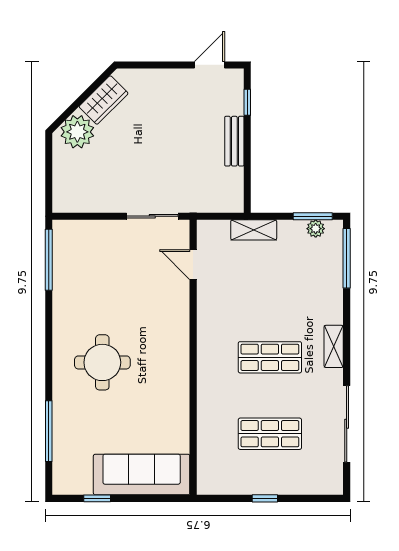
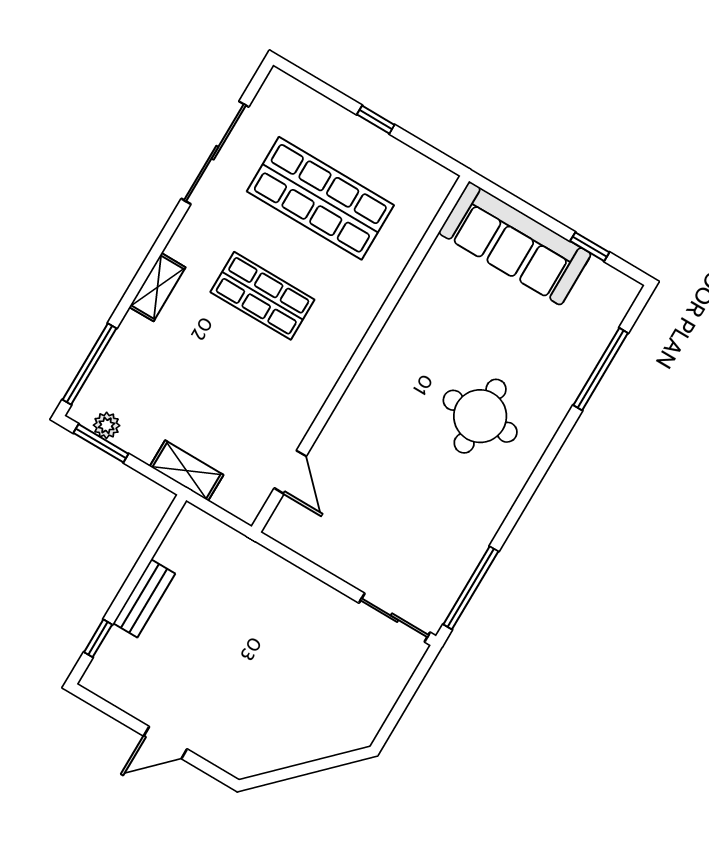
door: (209, 65) -> (165, 743), moved
wardrobe: (104, 100) -> (280, 750), removed
plant: (77, 132) -> (337, 729), removed
sliding door: (152, 216) -> (395, 618), moved
shelving: (334, 346) -> (157, 287), moved
shop shelf: (270, 434) -> (320, 198), width x1.43, depth x1.36

